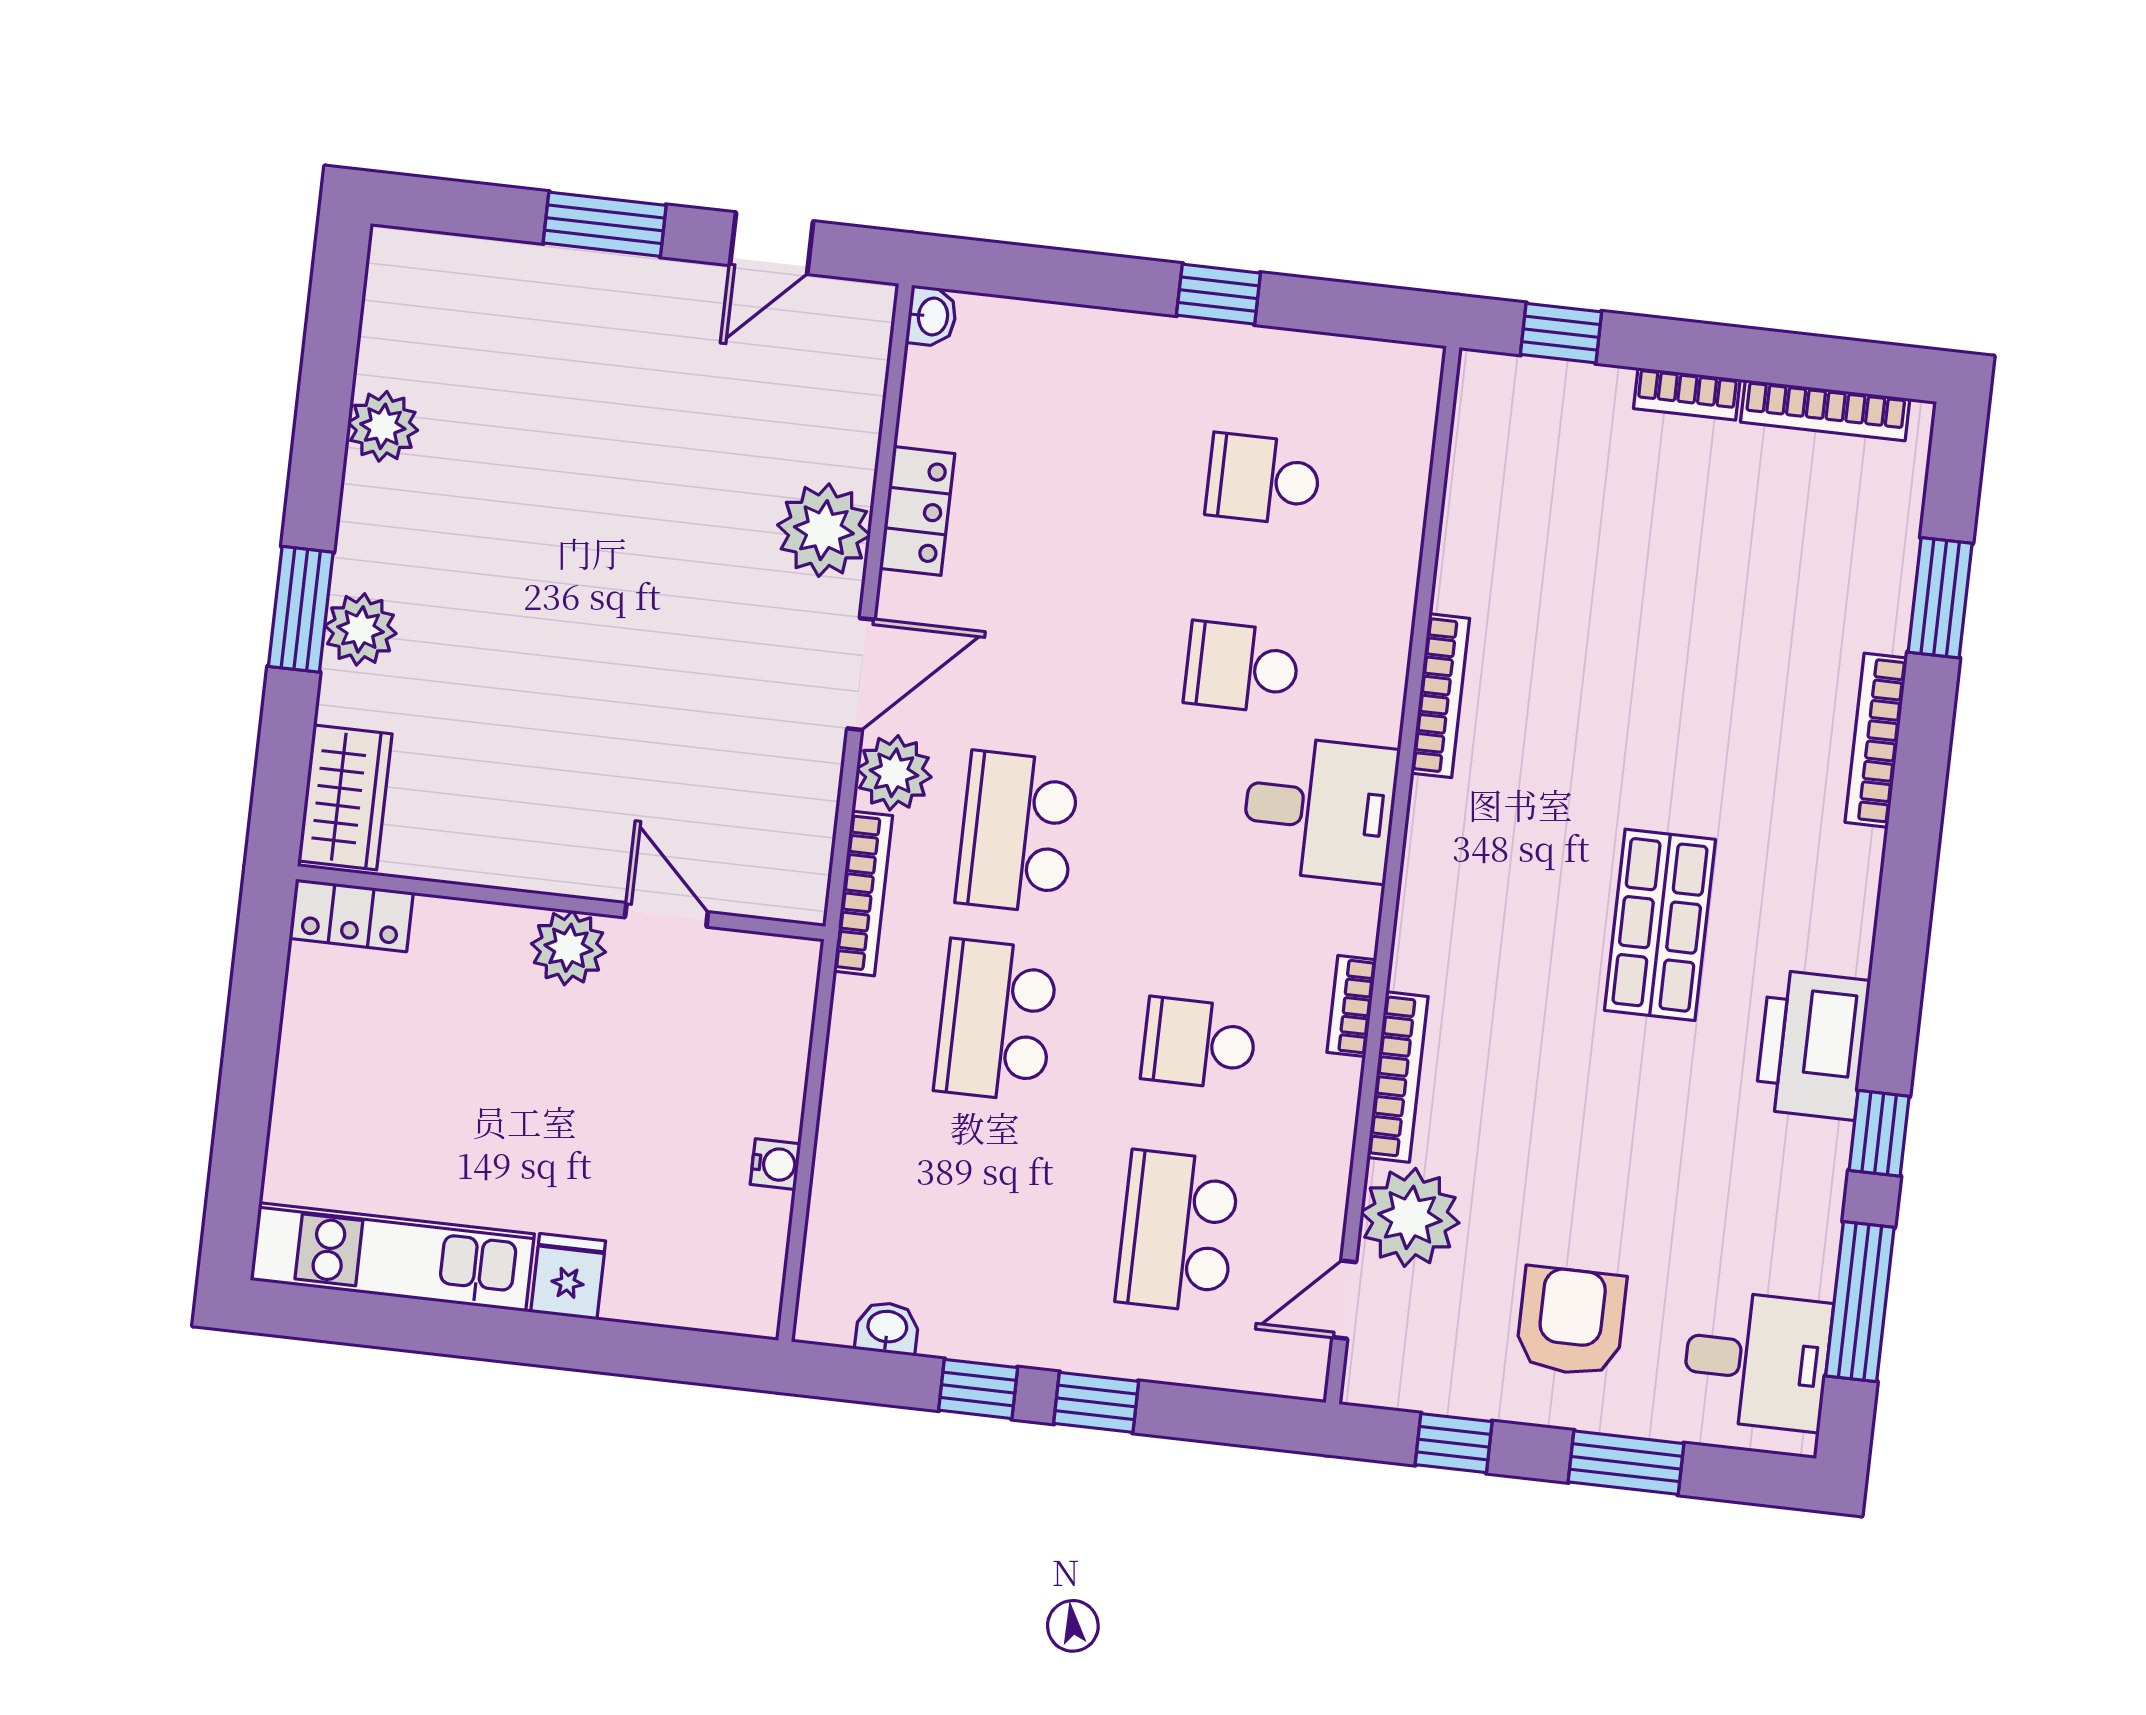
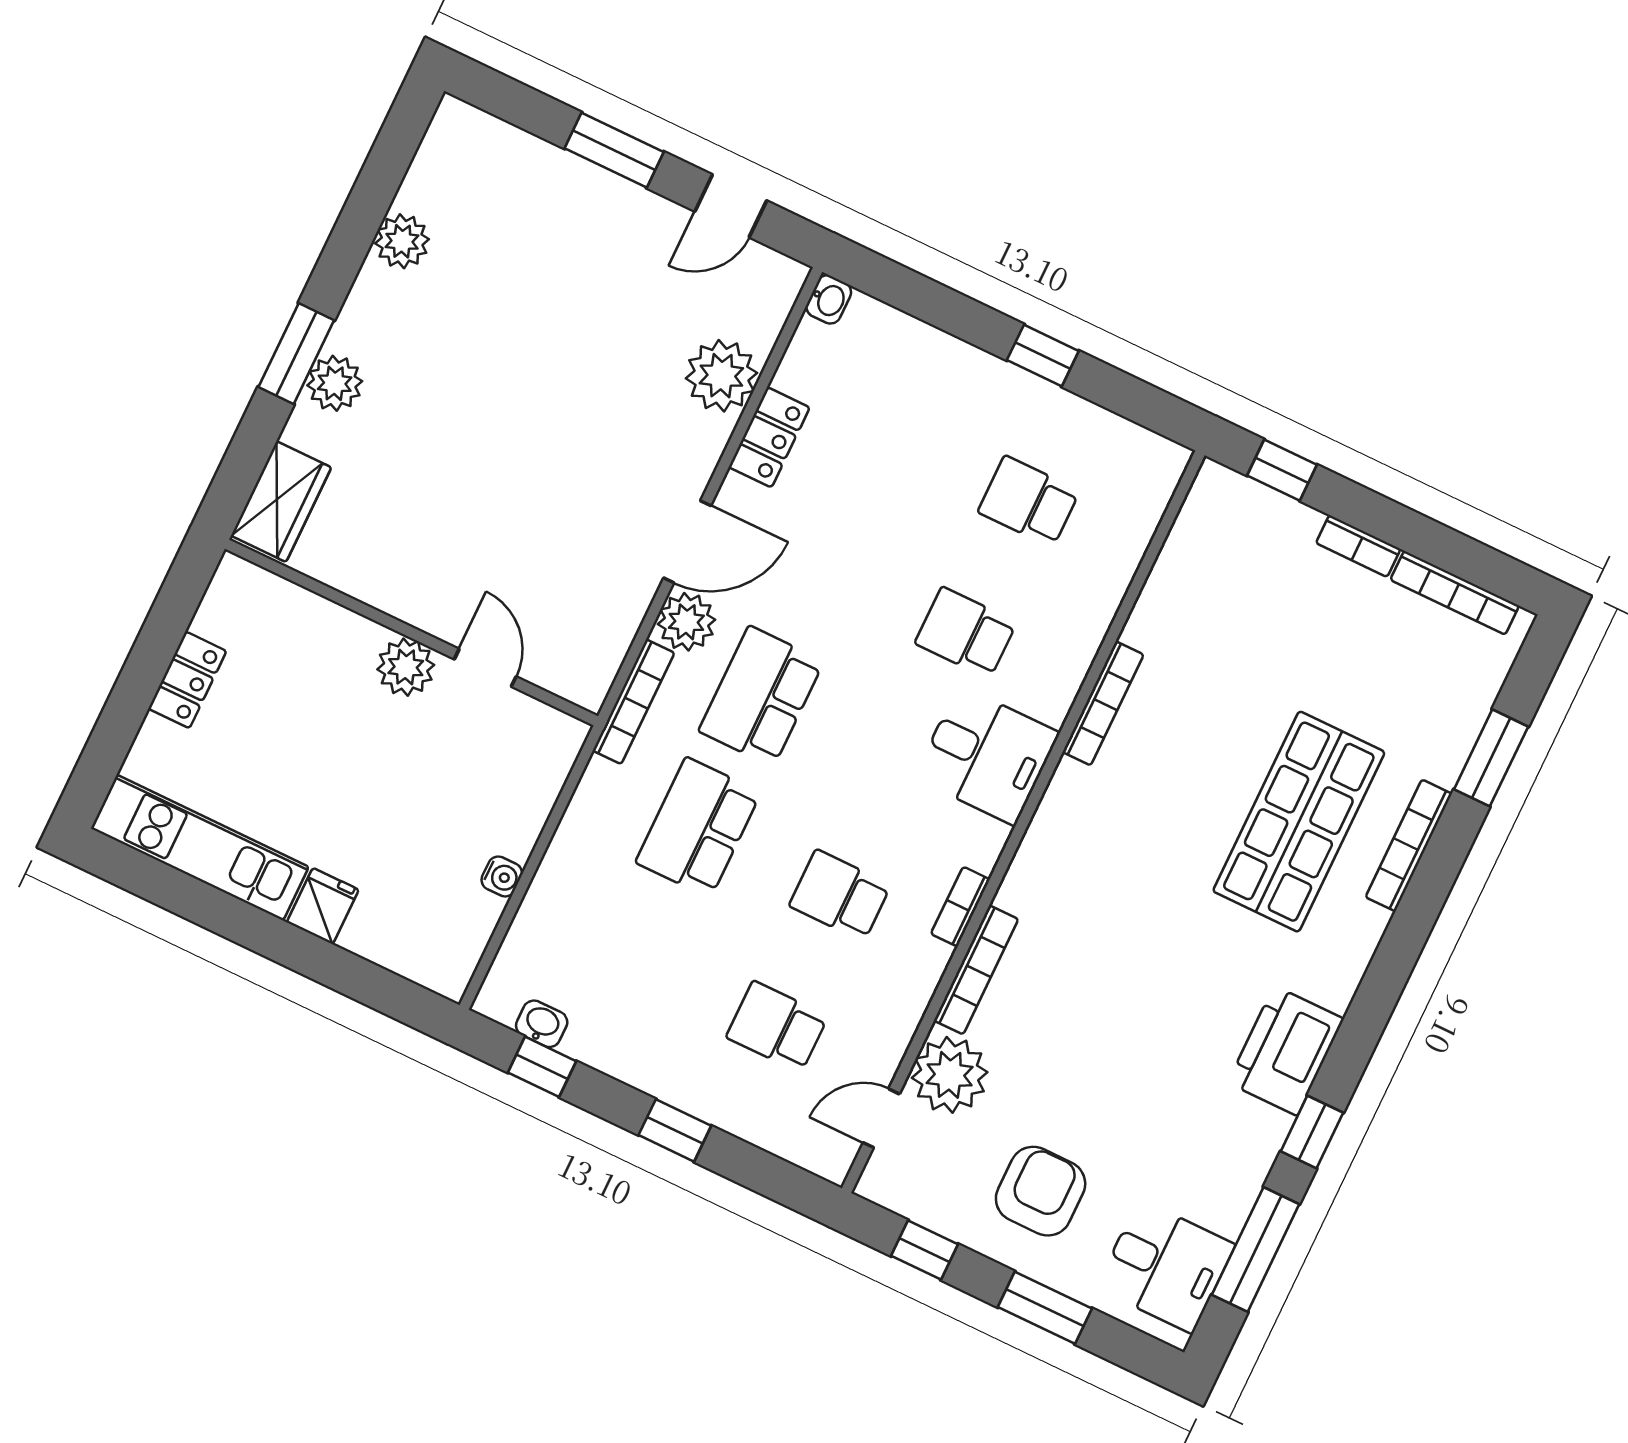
plant: (824, 530) -> (721, 376), moved
locker: (351, 915) -> (187, 680), moved, turned -90
shop shelf: (1660, 925) -> (1299, 822), moved, width x1.43, depth x1.36
school desk: (1178, 1231) -> (777, 1027), width x0.54
window: (978, 1389) -> (542, 1067), moved

